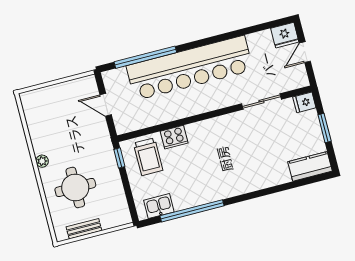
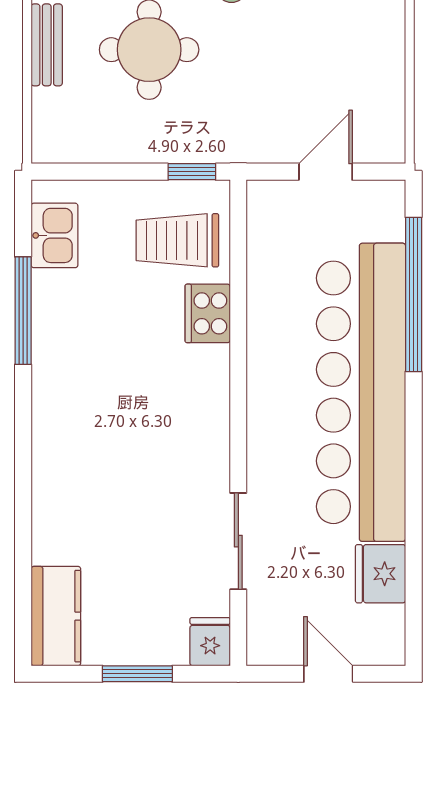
fridge: (285, 35) -> (381, 574), moved
window: (192, 211) -> (23, 311), width x0.68

